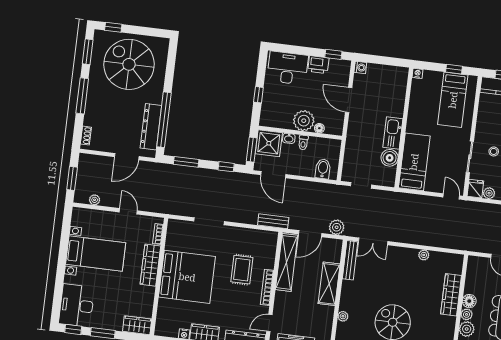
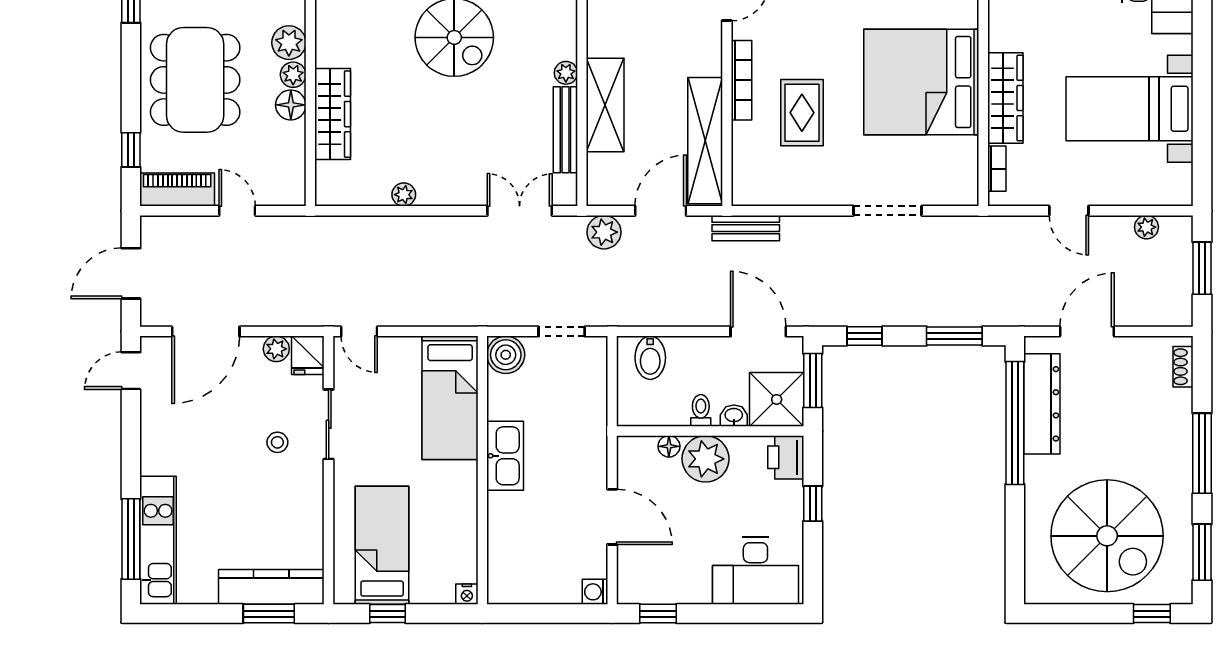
printer: (318, 65) -> (786, 457), moved, turned -90
boiler: (390, 158) -> (506, 355), moved
bench: (350, 260) -> (565, 130), moved
plant: (343, 316) -> (566, 73), moved

